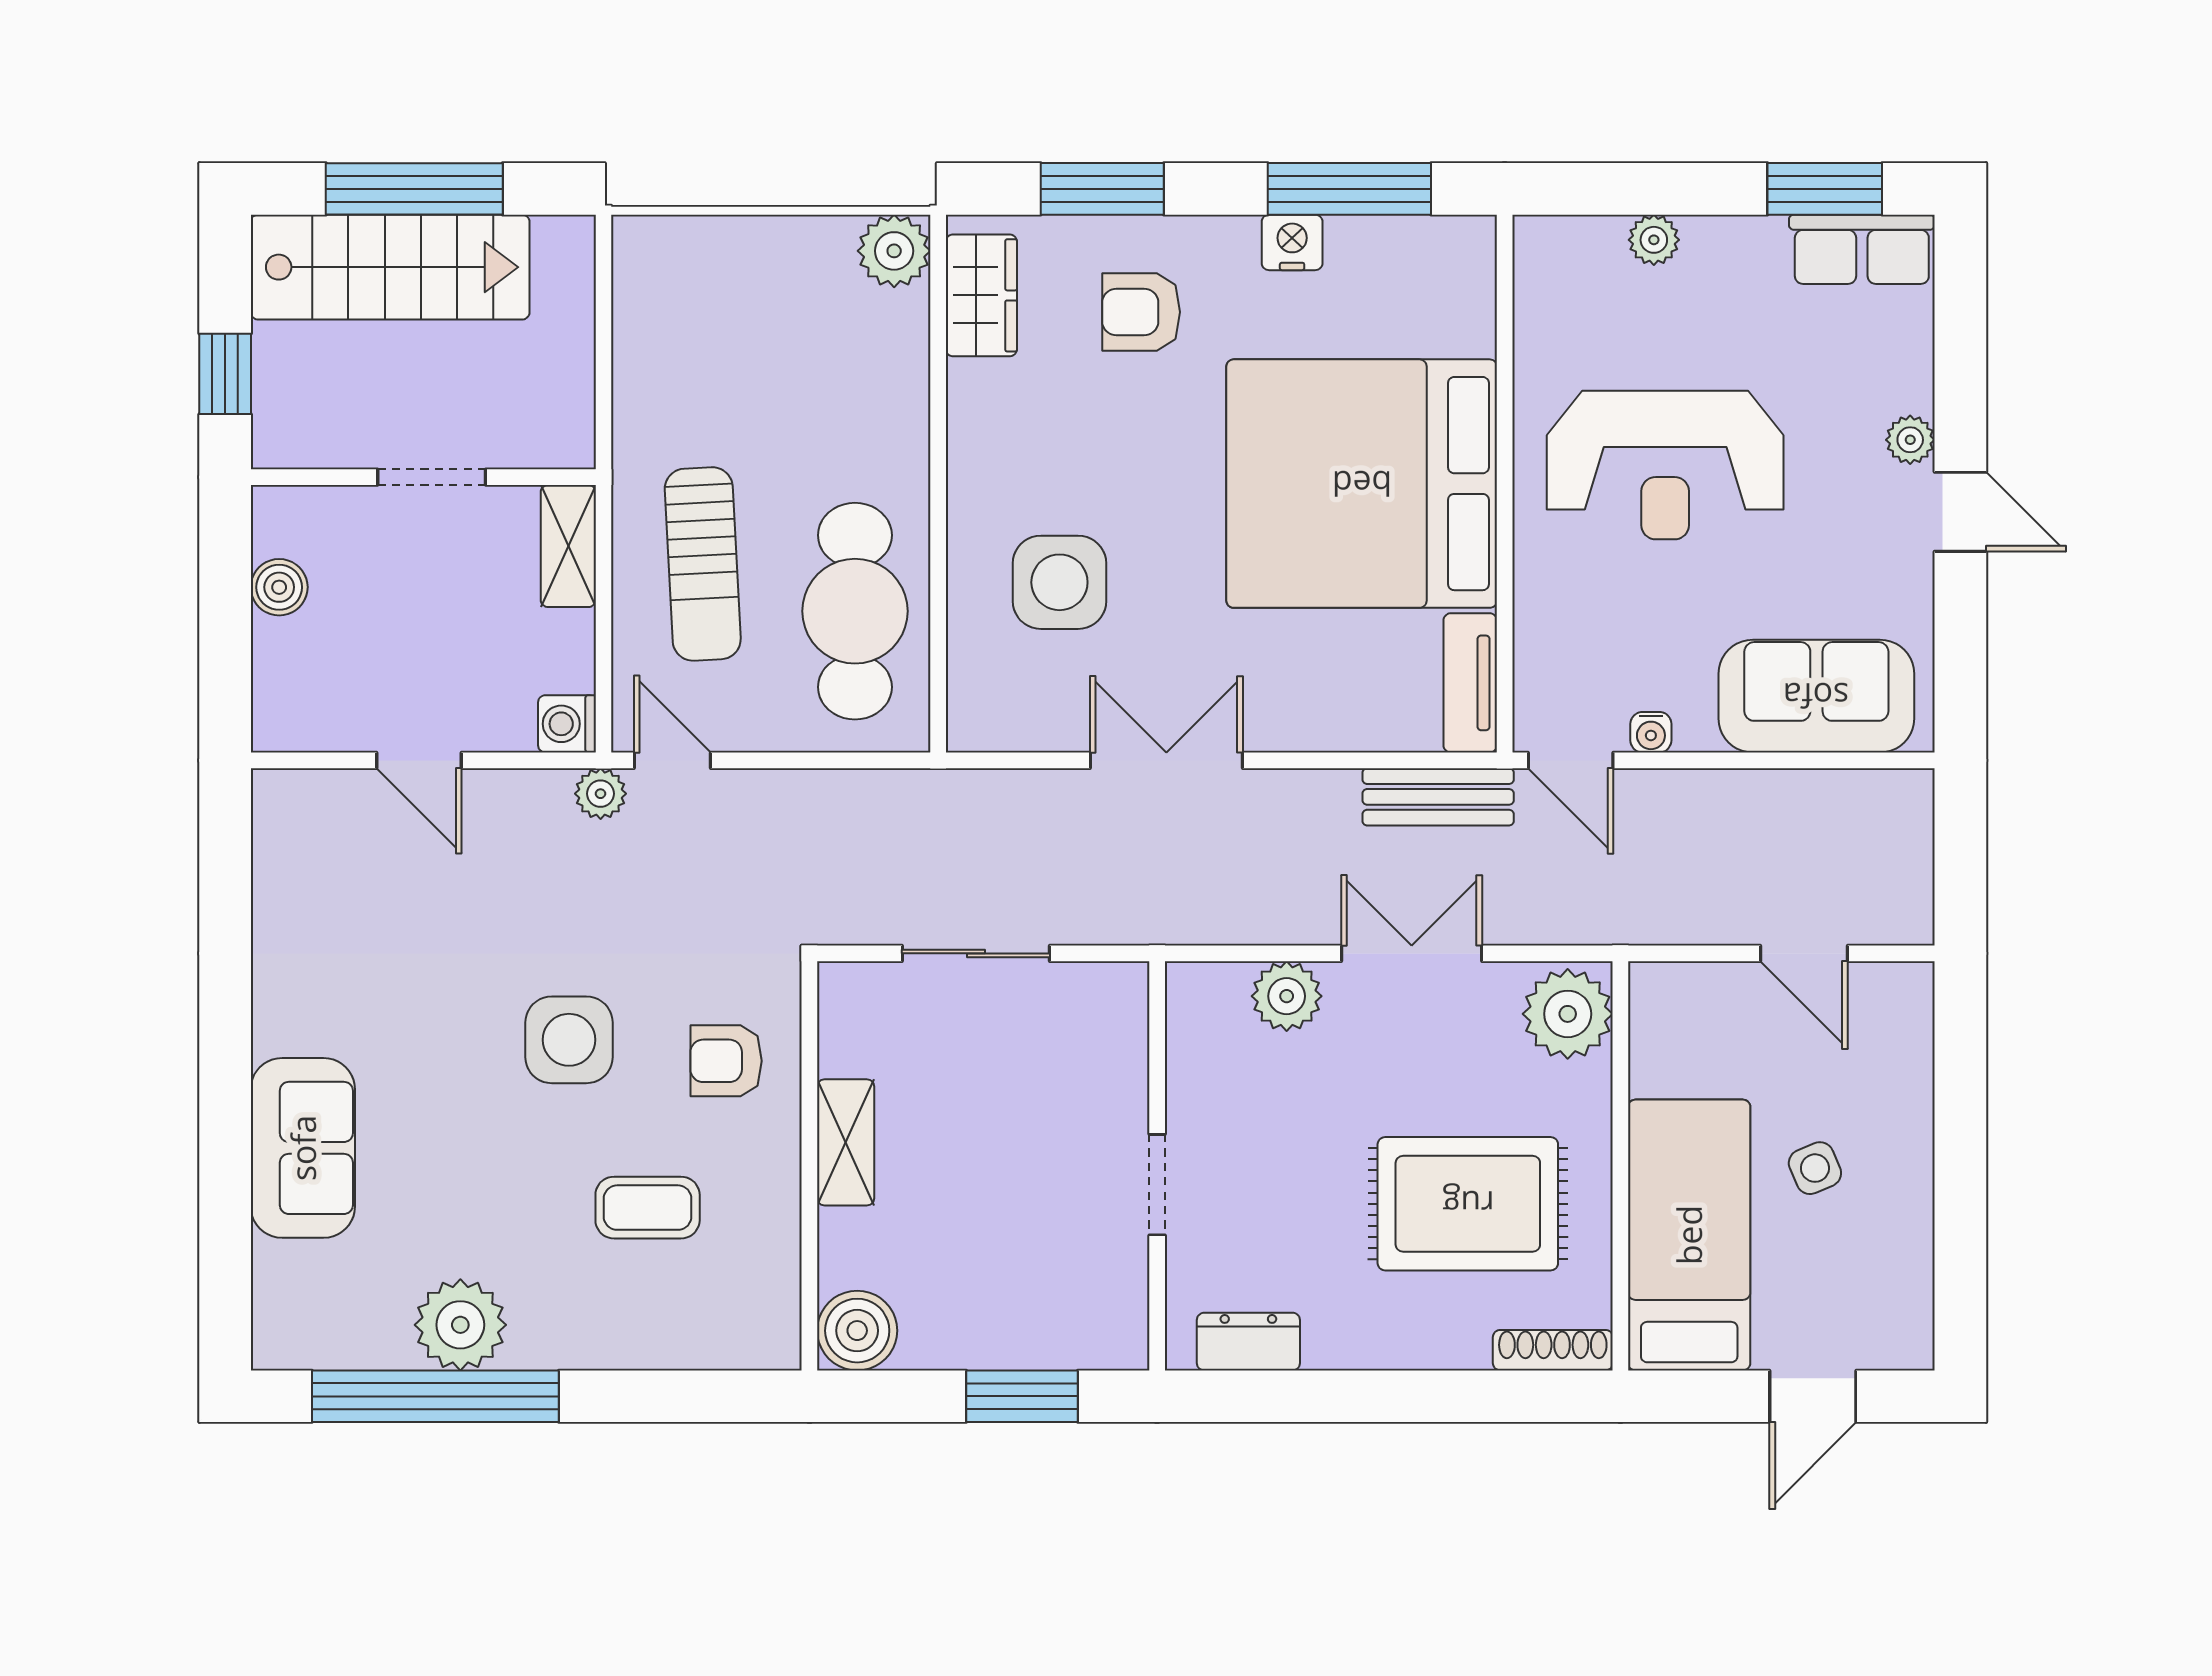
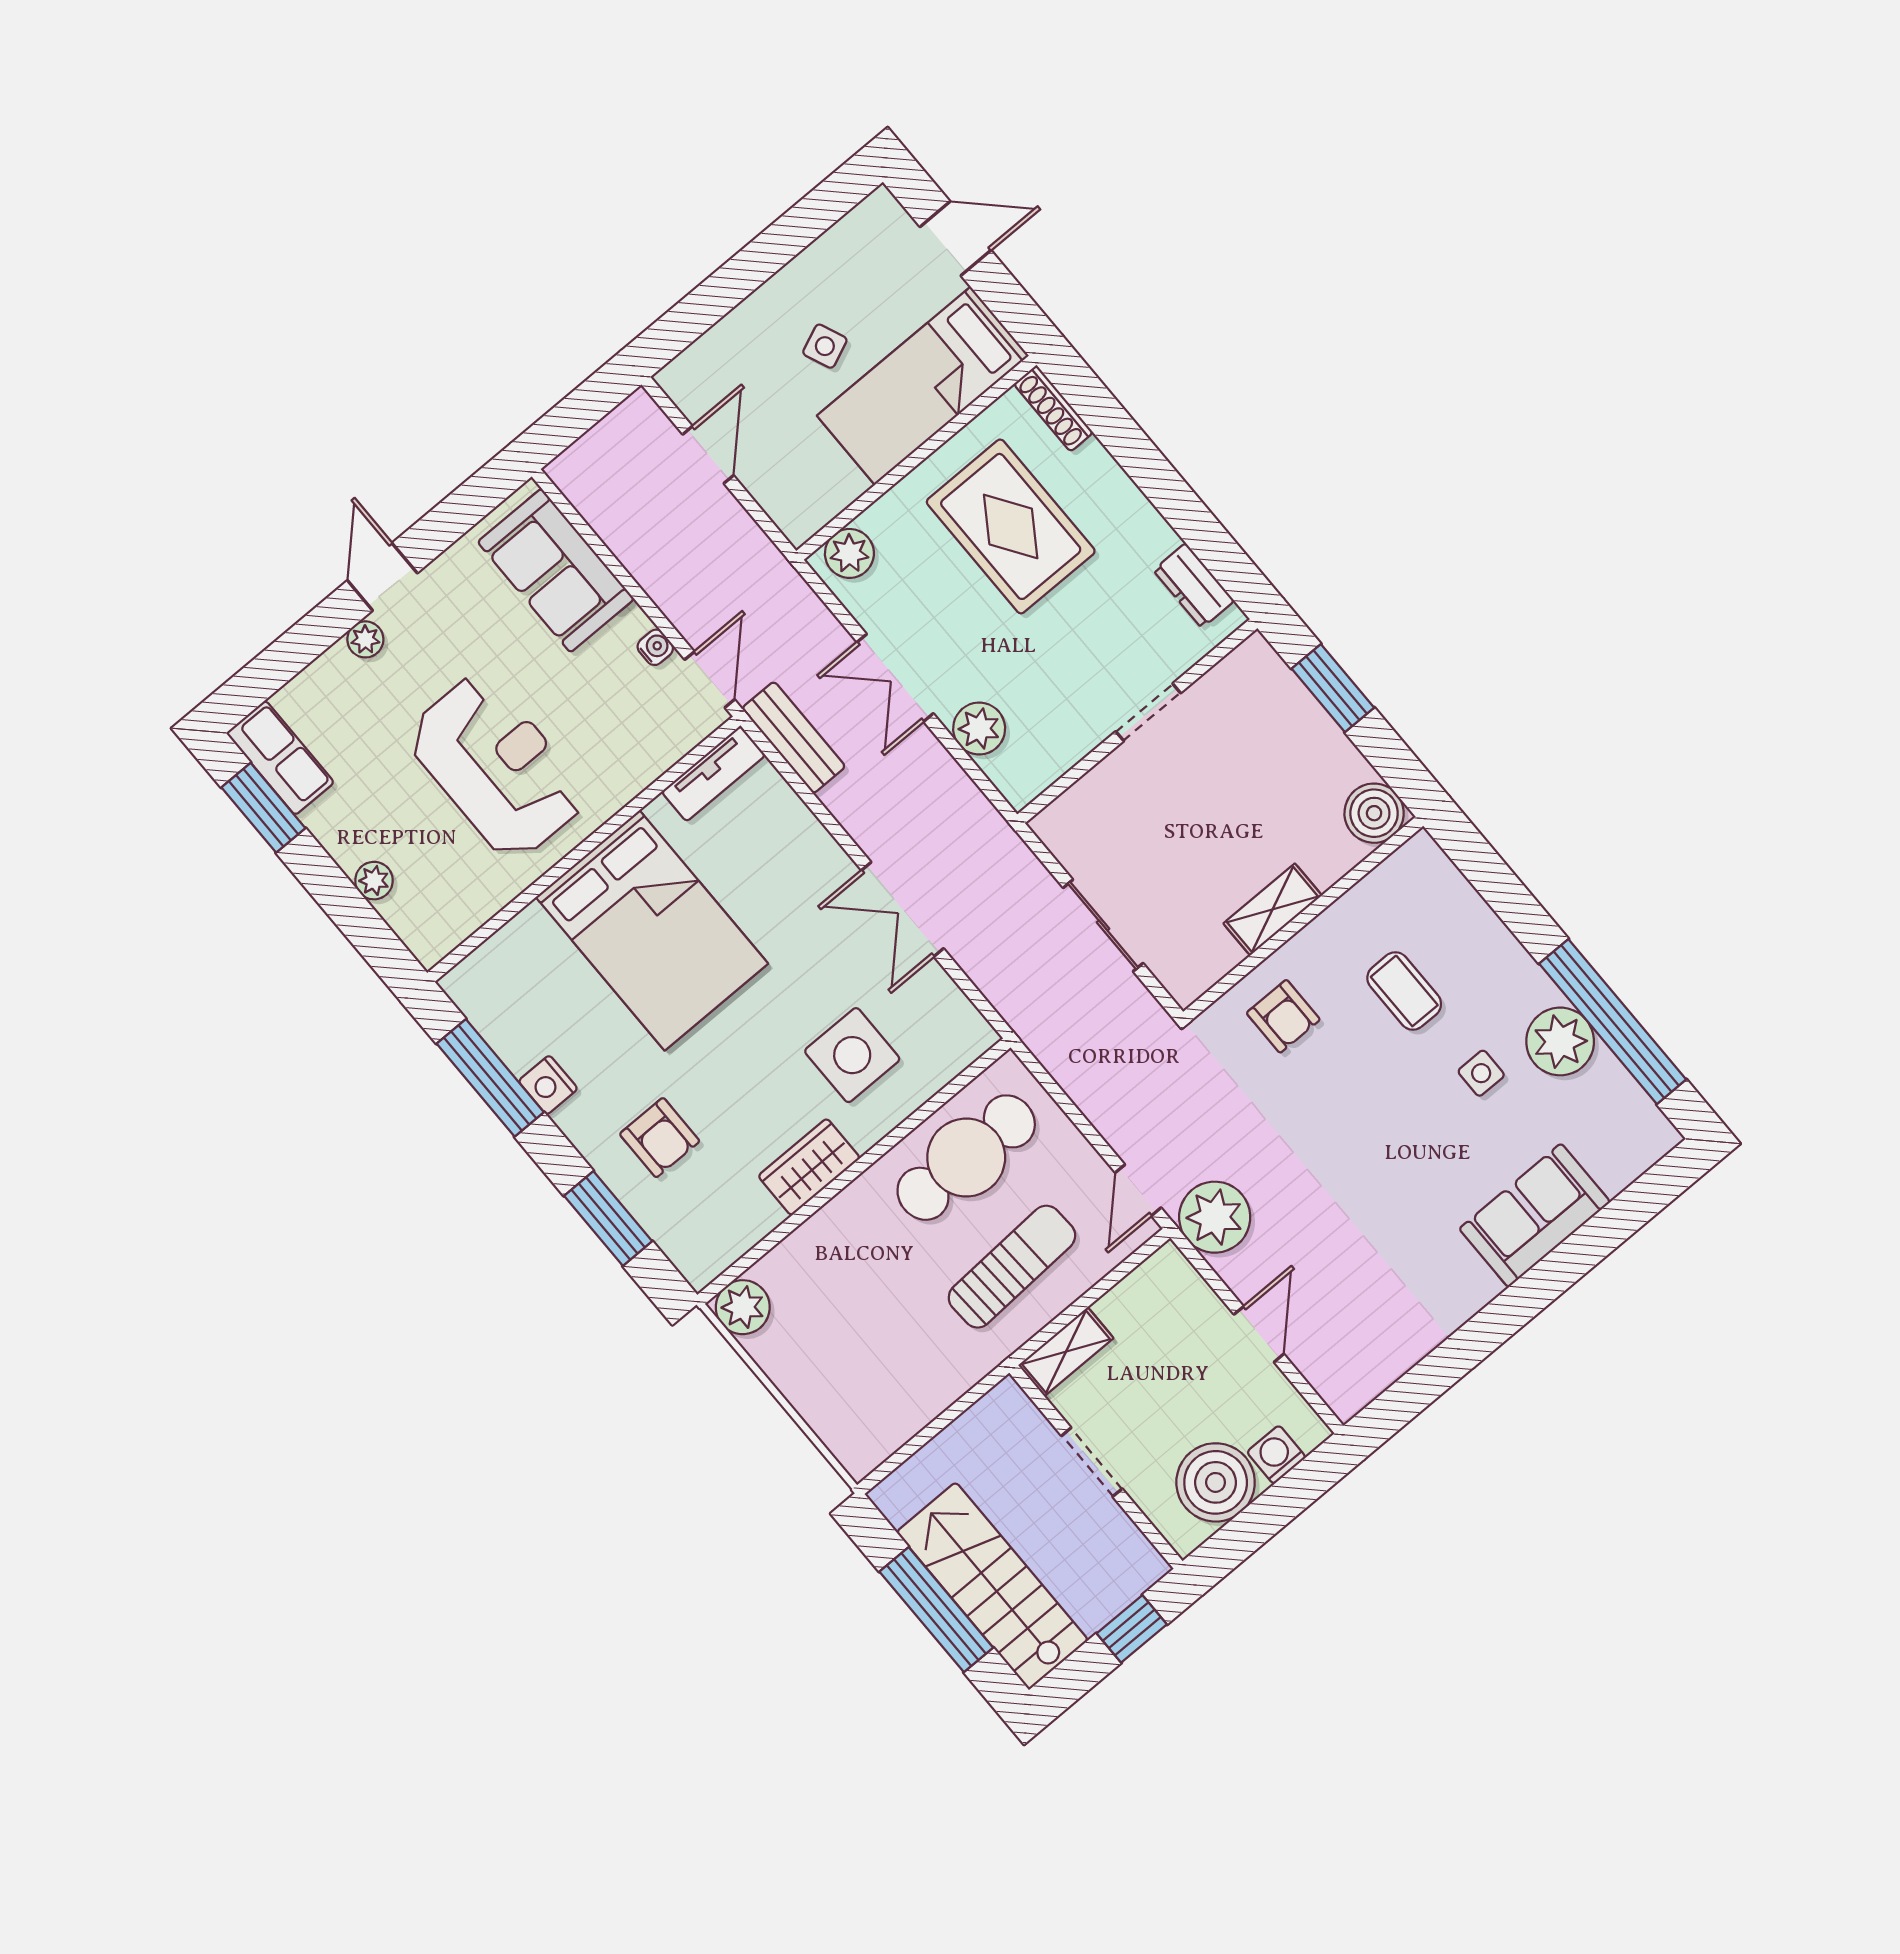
wardrobe: (981, 295) -> (809, 1167), moved
bed: (1362, 484) -> (652, 930), width x0.73
boiler: (279, 587) -> (1216, 1482), width x1.86, depth x1.86
washing machine: (567, 724) -> (1276, 1455), moved, turned 180
plant: (601, 794) -> (1215, 1217), width x1.88, depth x1.88
plant: (1568, 1014) -> (849, 553), width x0.73, depth x0.73
side table: (569, 1040) -> (1481, 1073), moved, width x0.54, depth x0.54

